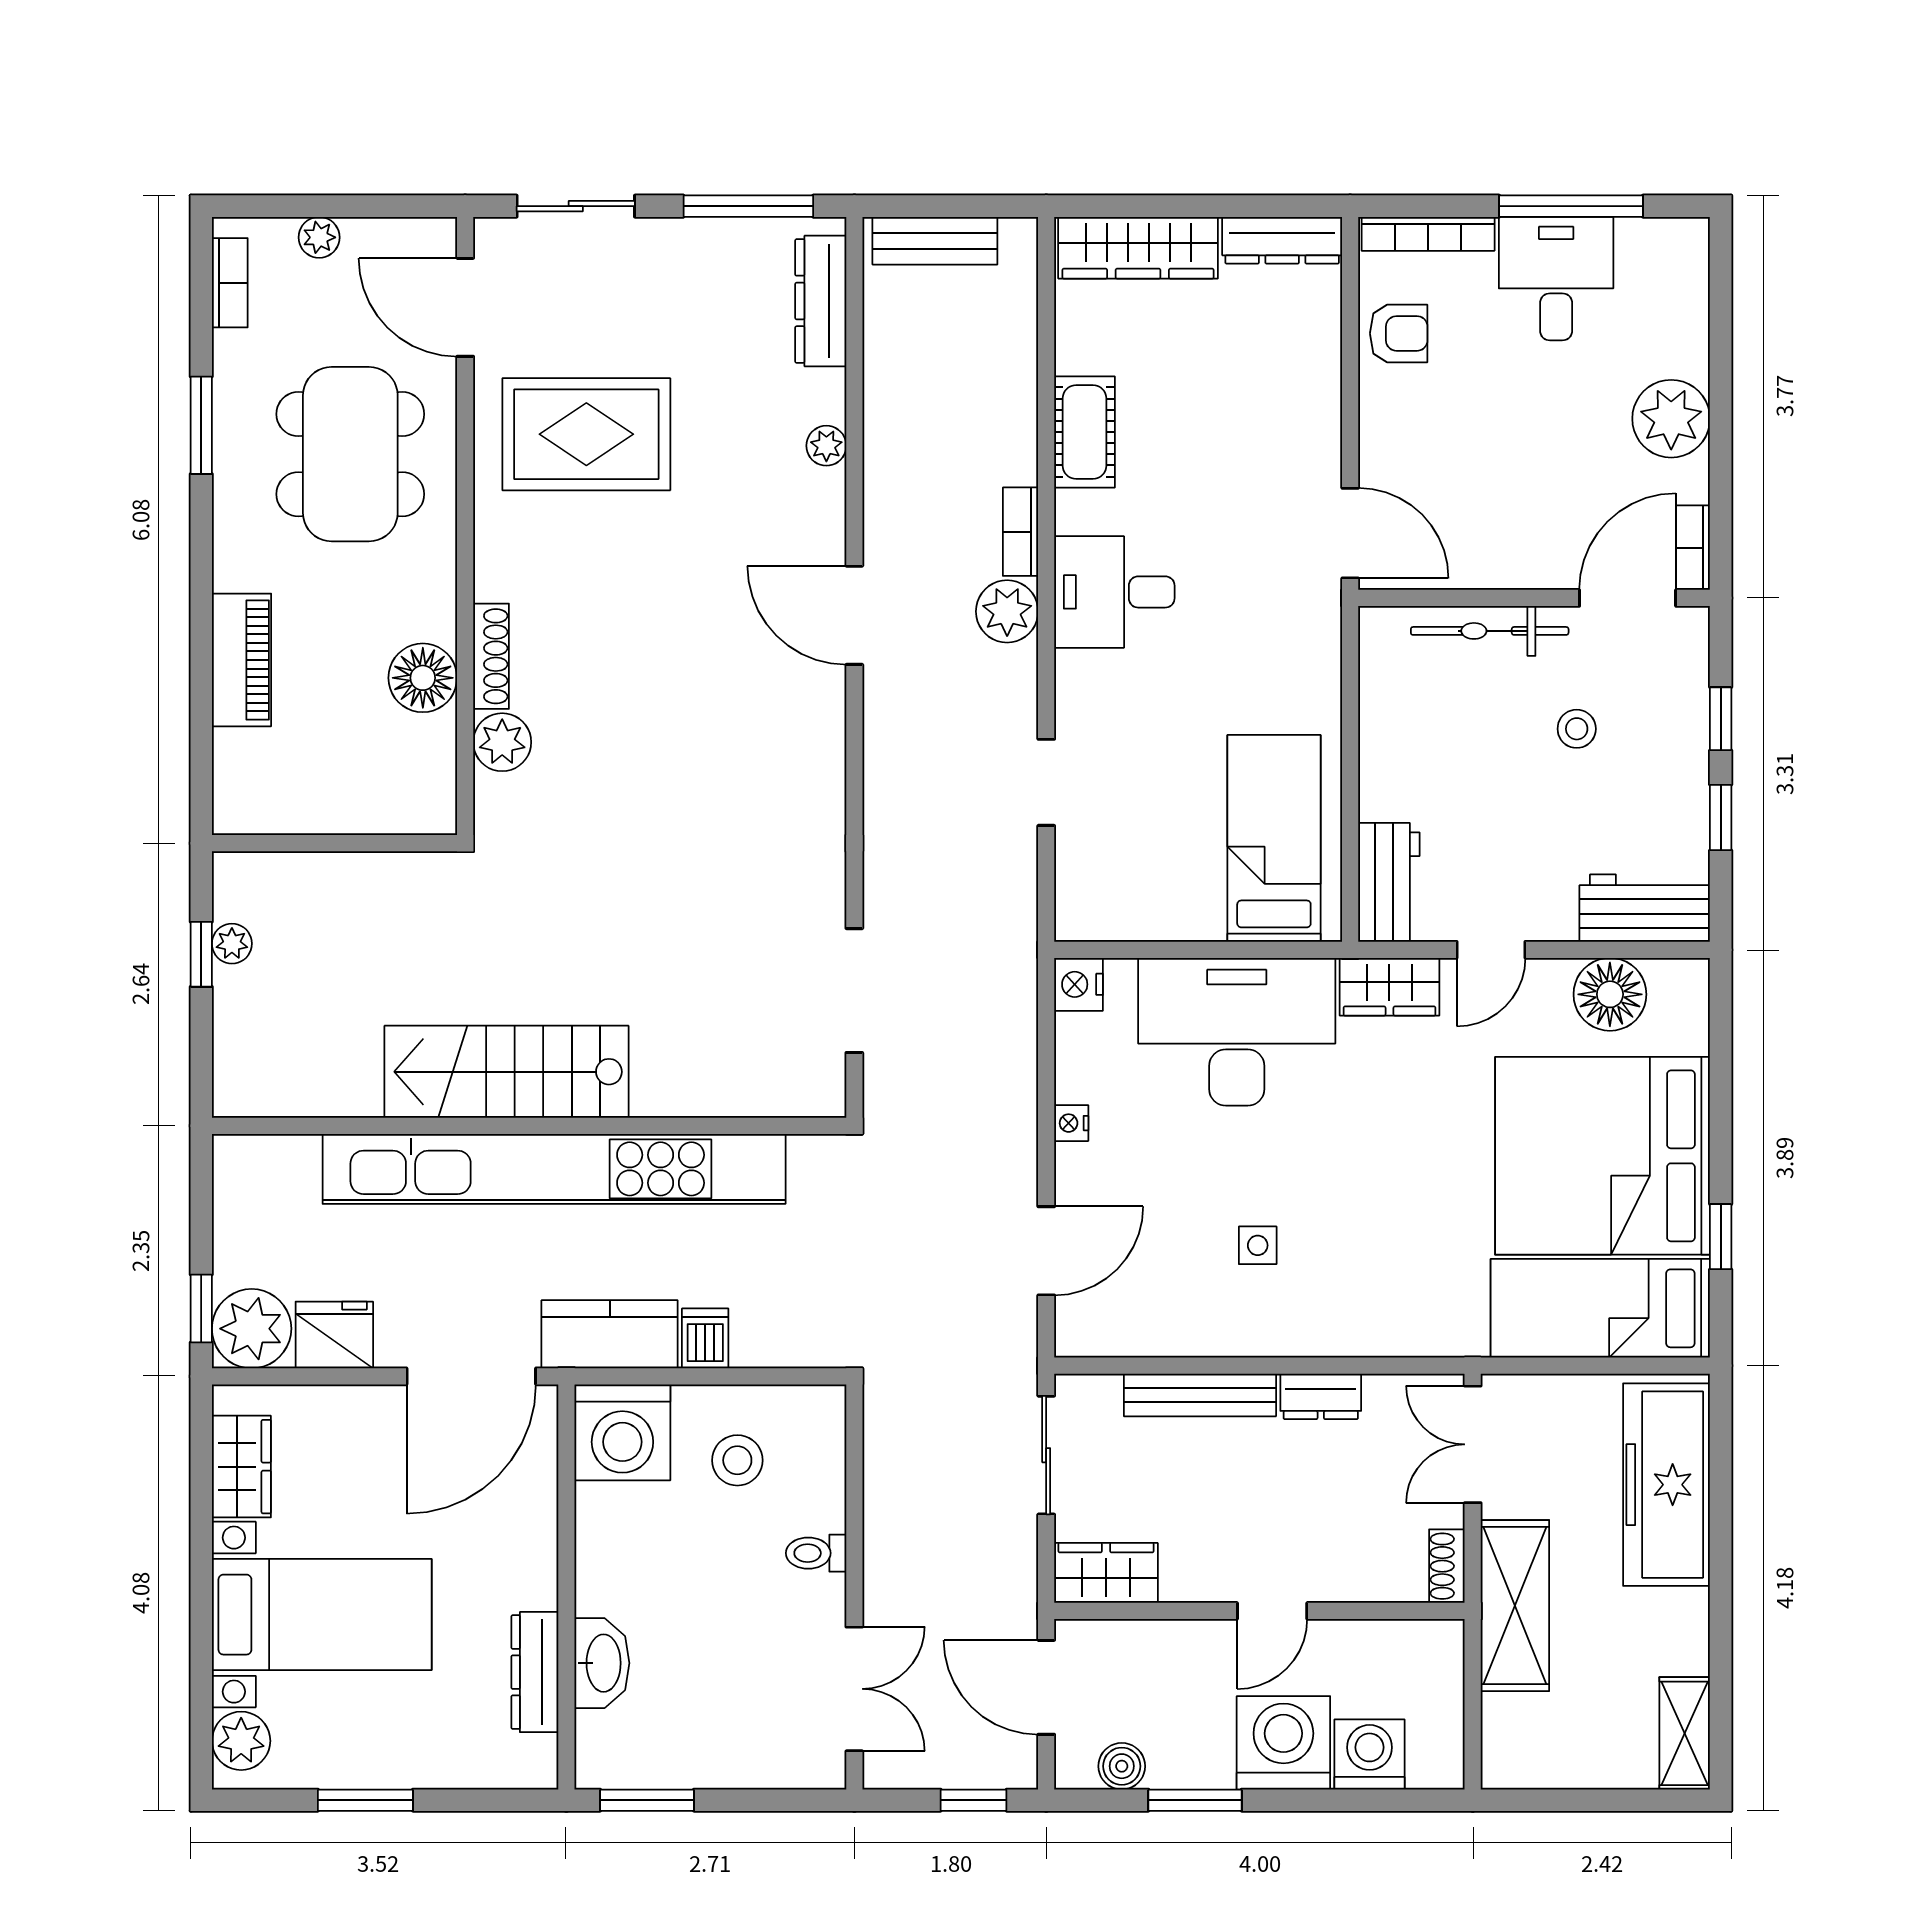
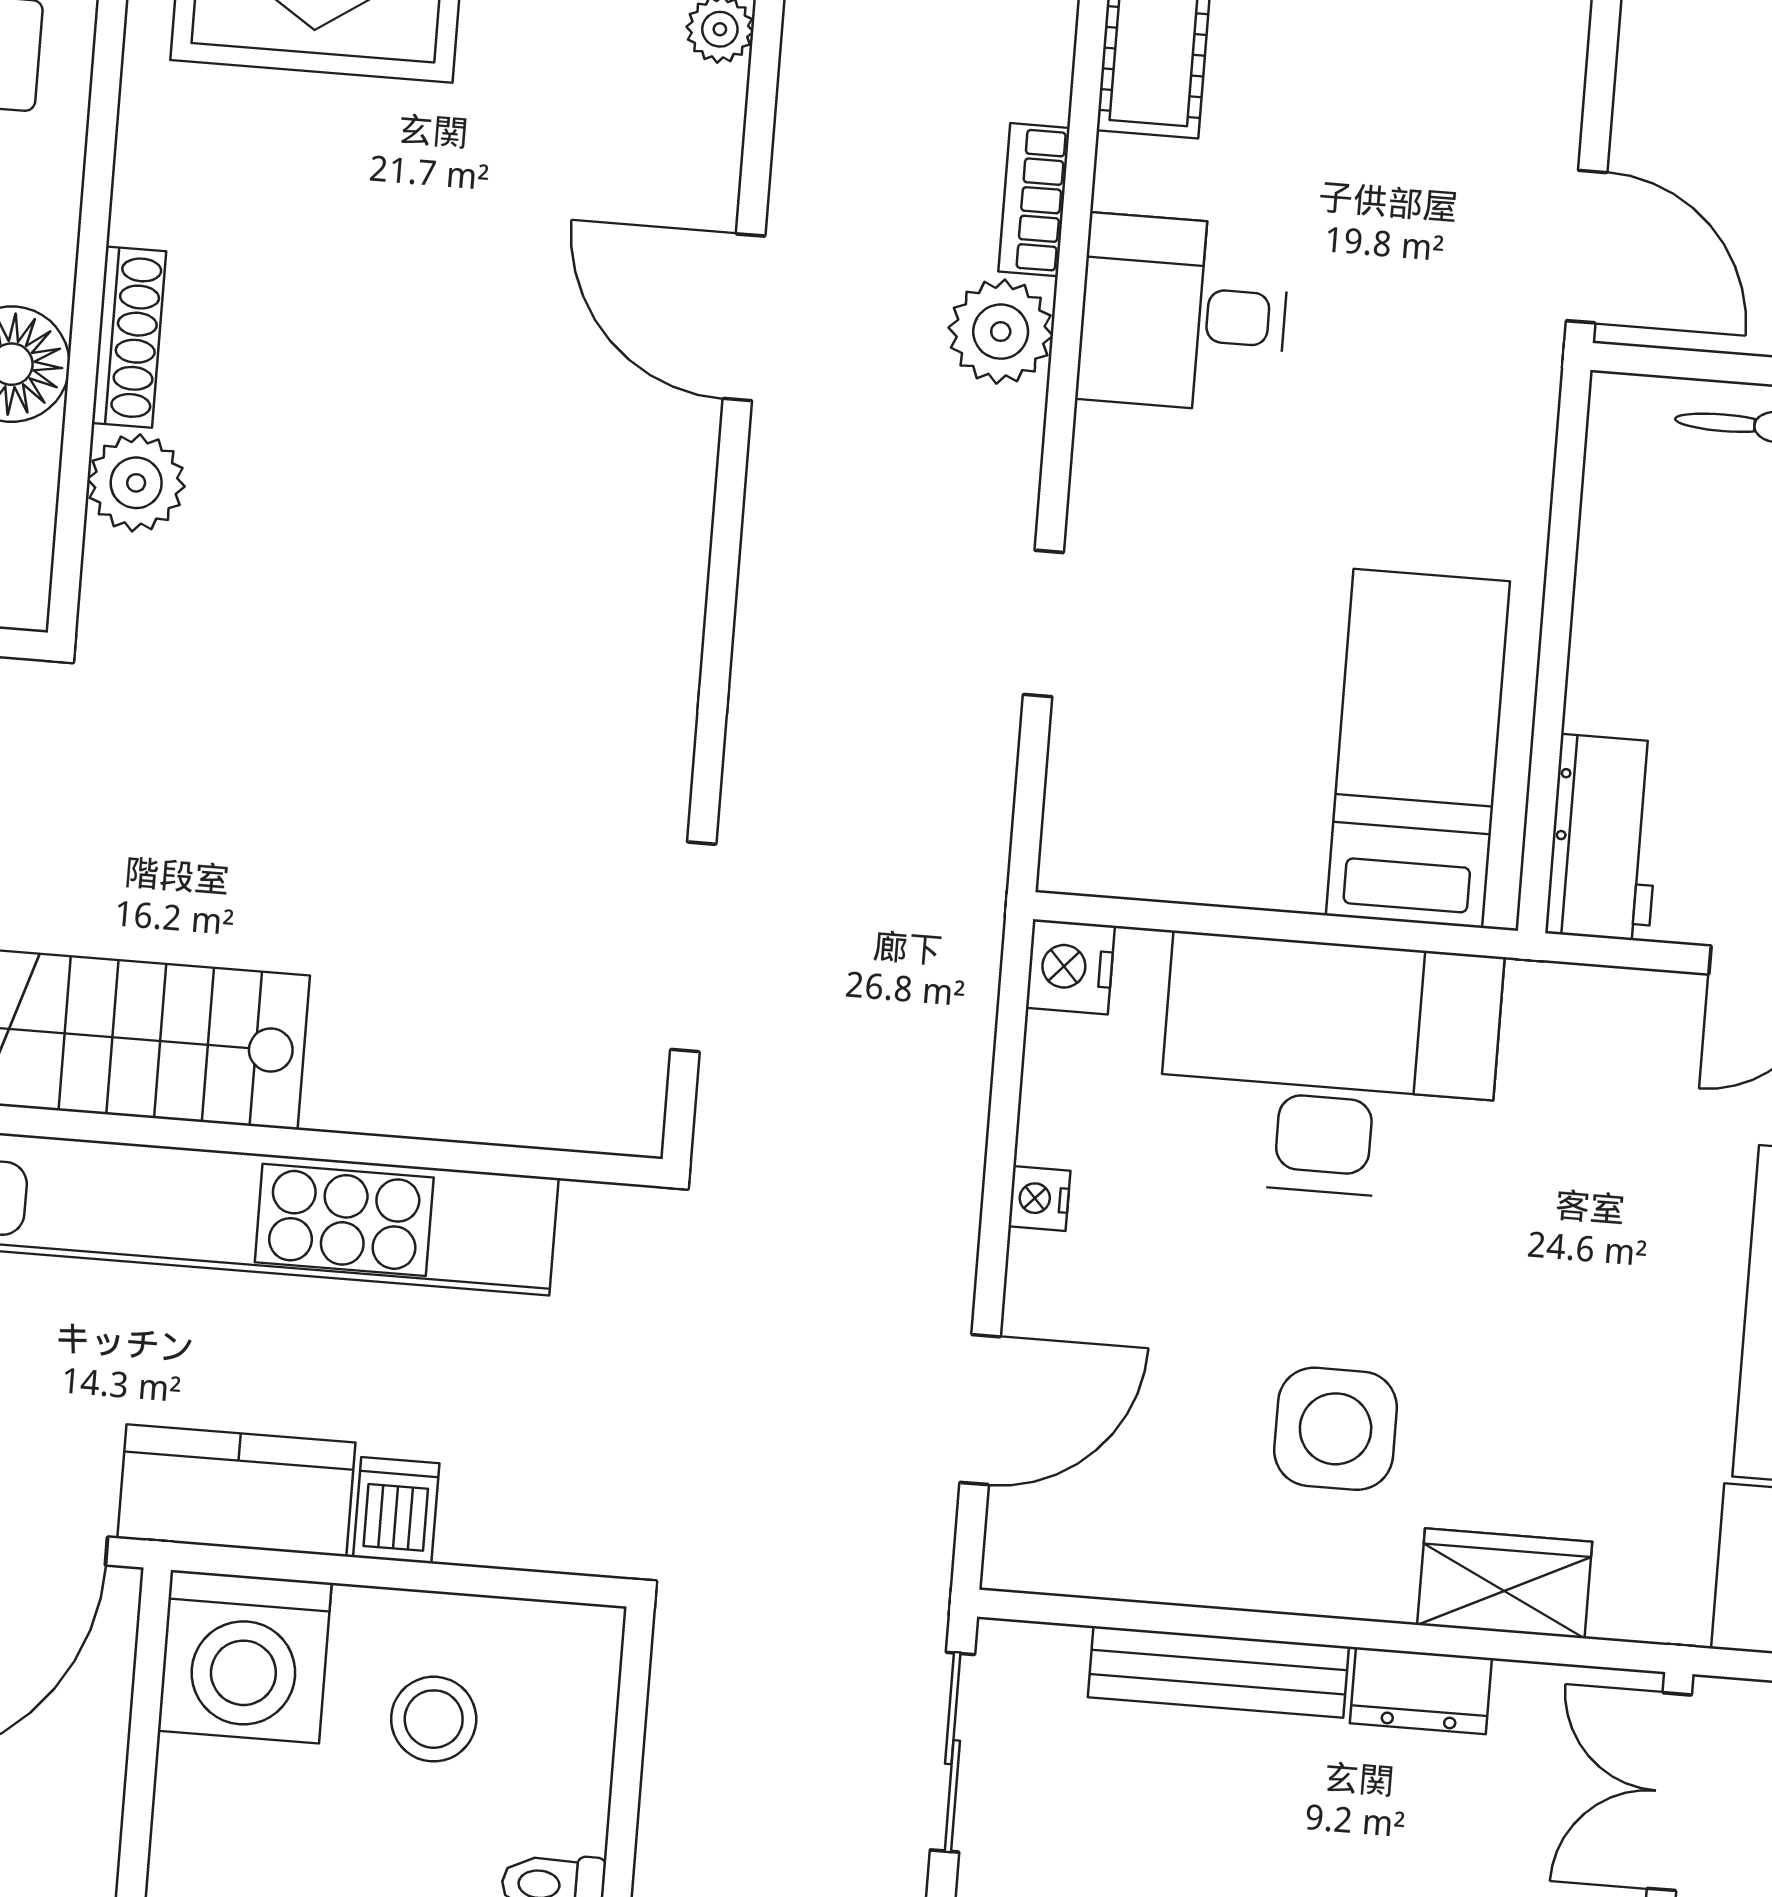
wardrobe: (1389, 987) -> (1505, 1583), moved, turned 180
side table: (1258, 1245) -> (1336, 1429), width x1.87, depth x1.87

